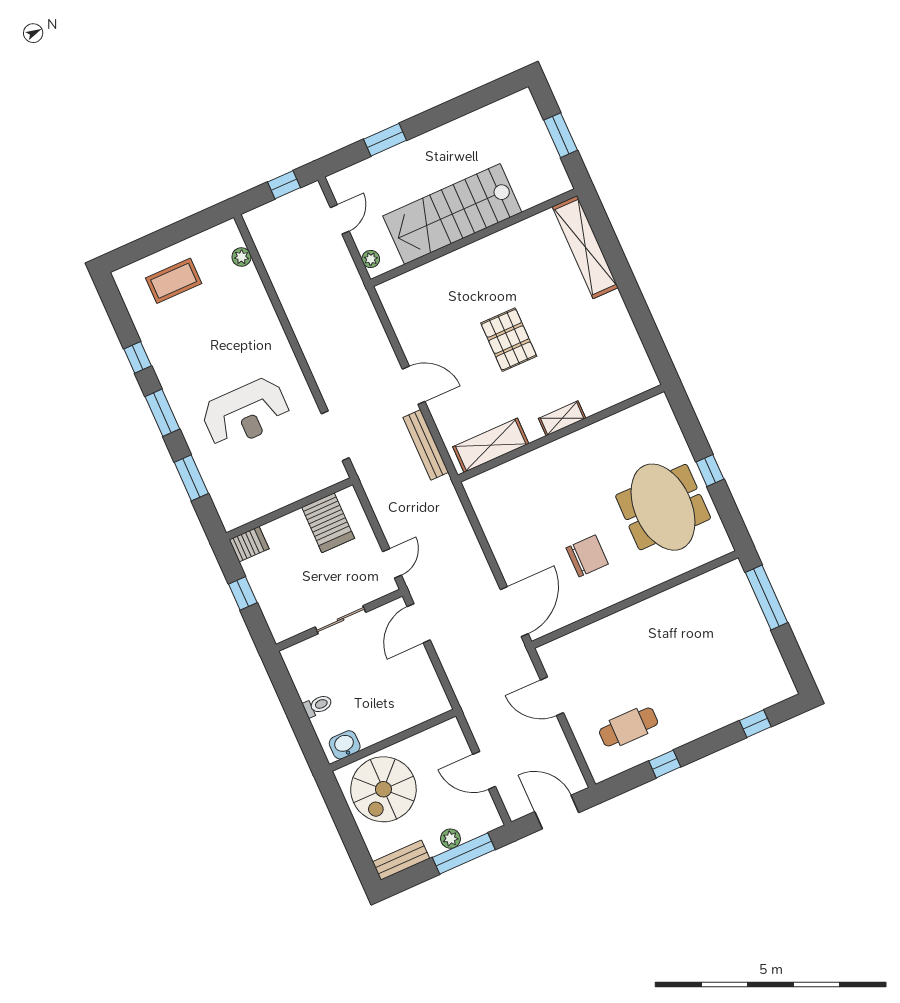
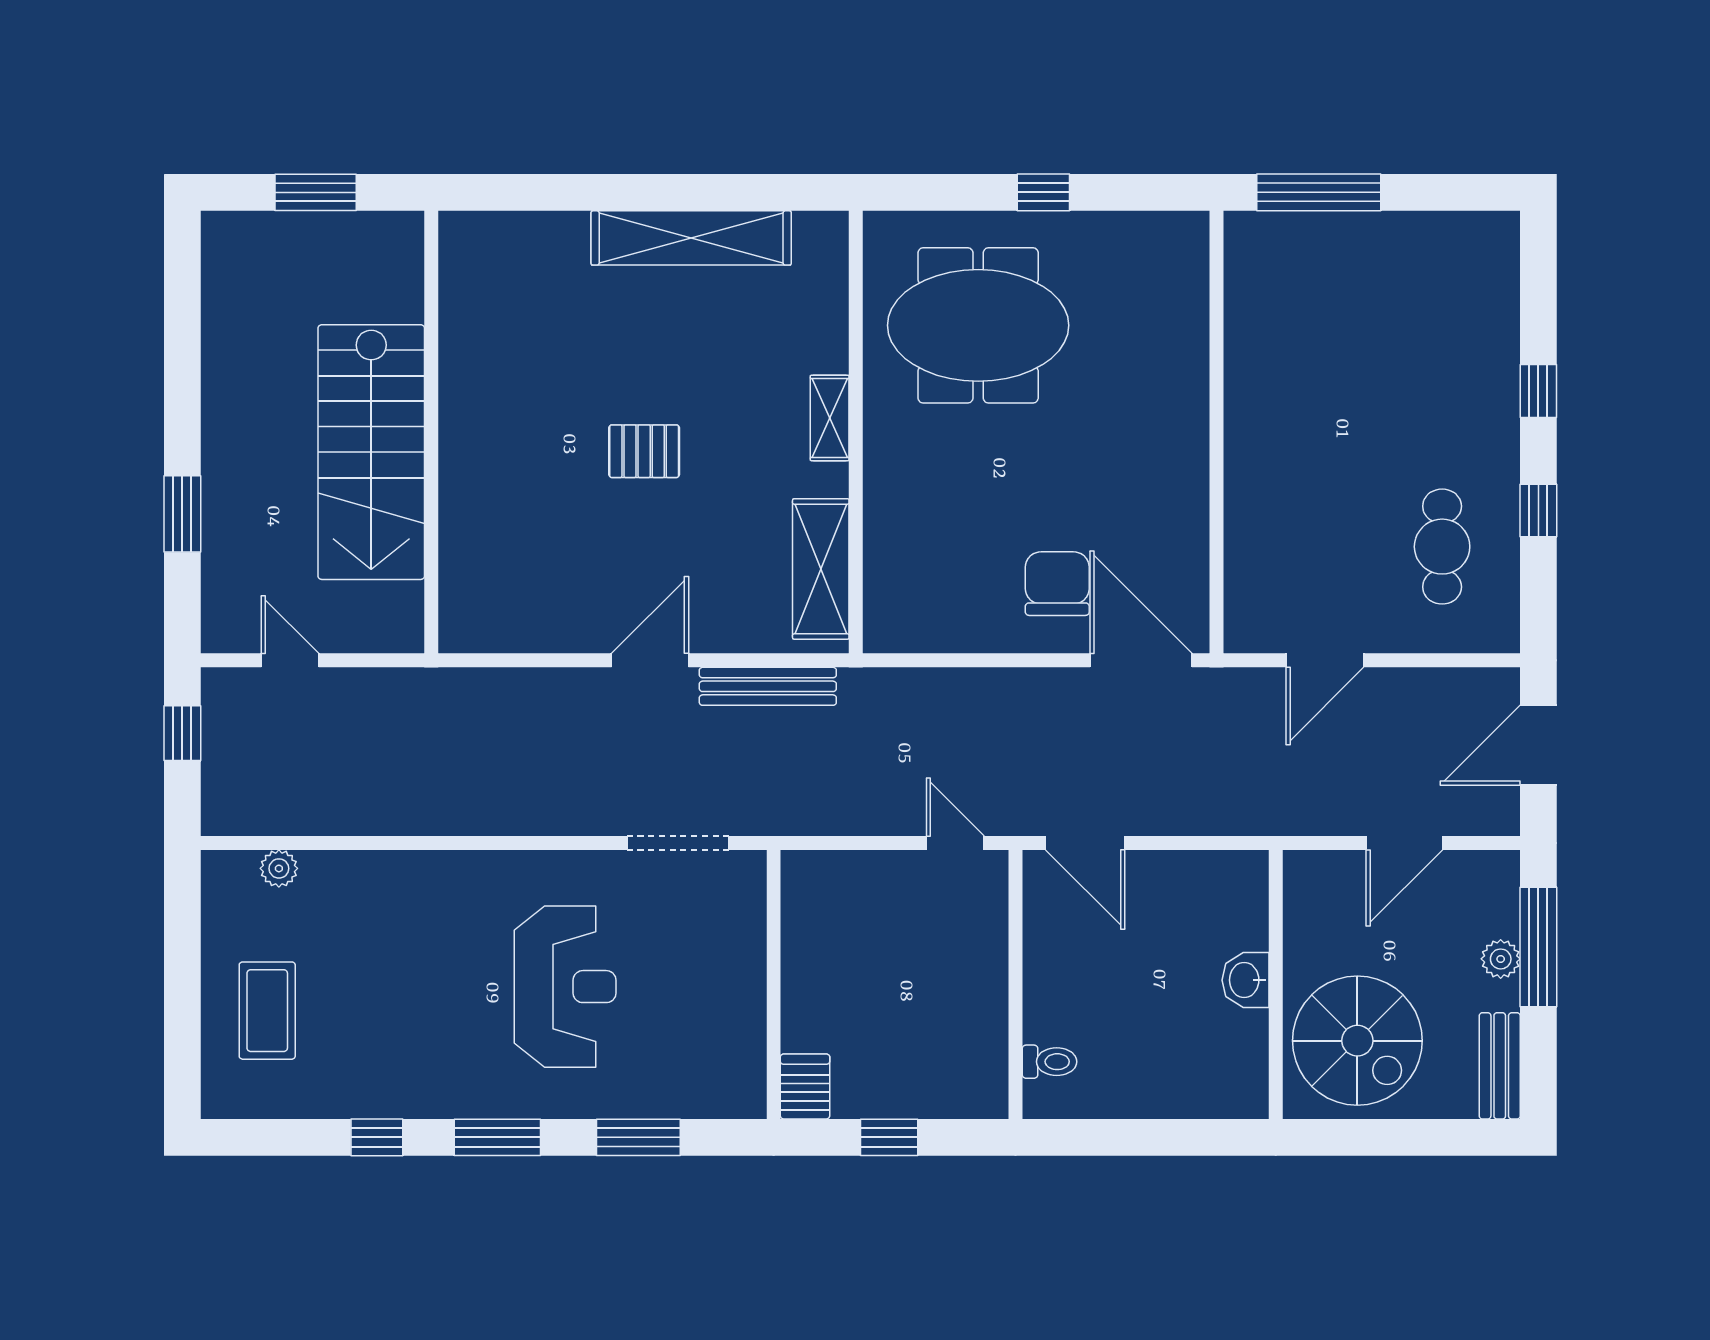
shelving: (585, 247) -> (691, 238), moved
plant: (371, 259) -> (387, 636), removed
pallet: (509, 340) -> (644, 451), width x0.67, depth x0.71
meeting table: (663, 507) -> (978, 325), moved
server rack: (328, 523) -> (830, 926), removed
chair: (587, 556) -> (1057, 584), moved
sliding door: (340, 620) -> (1016, 982), removed
toilet: (318, 705) -> (1050, 1062), moved, turned 90
window: (755, 724) -> (1538, 391), moved
washbasin: (345, 745) -> (1246, 980), moved

